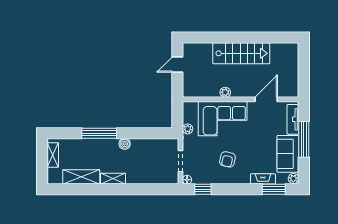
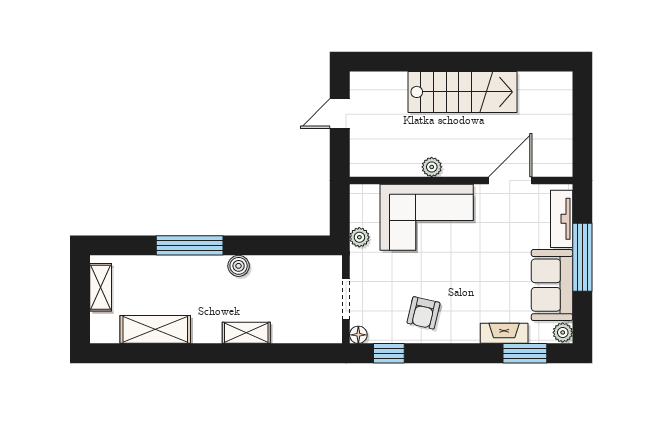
armchair: (227, 159) -> (424, 313), moved
shelving: (113, 179) -> (246, 333), moved

